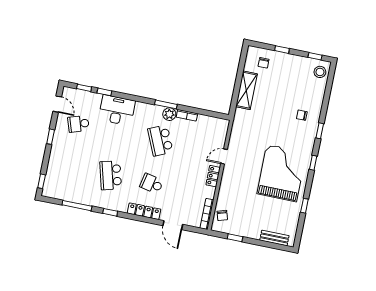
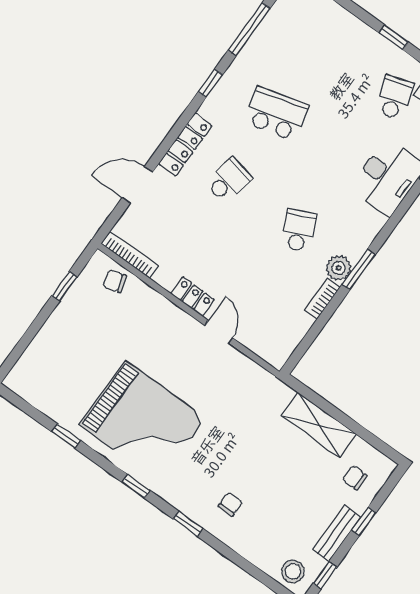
school desk: (160, 140) -> (299, 231), width x0.54
bench: (274, 238) -> (337, 533), moved

